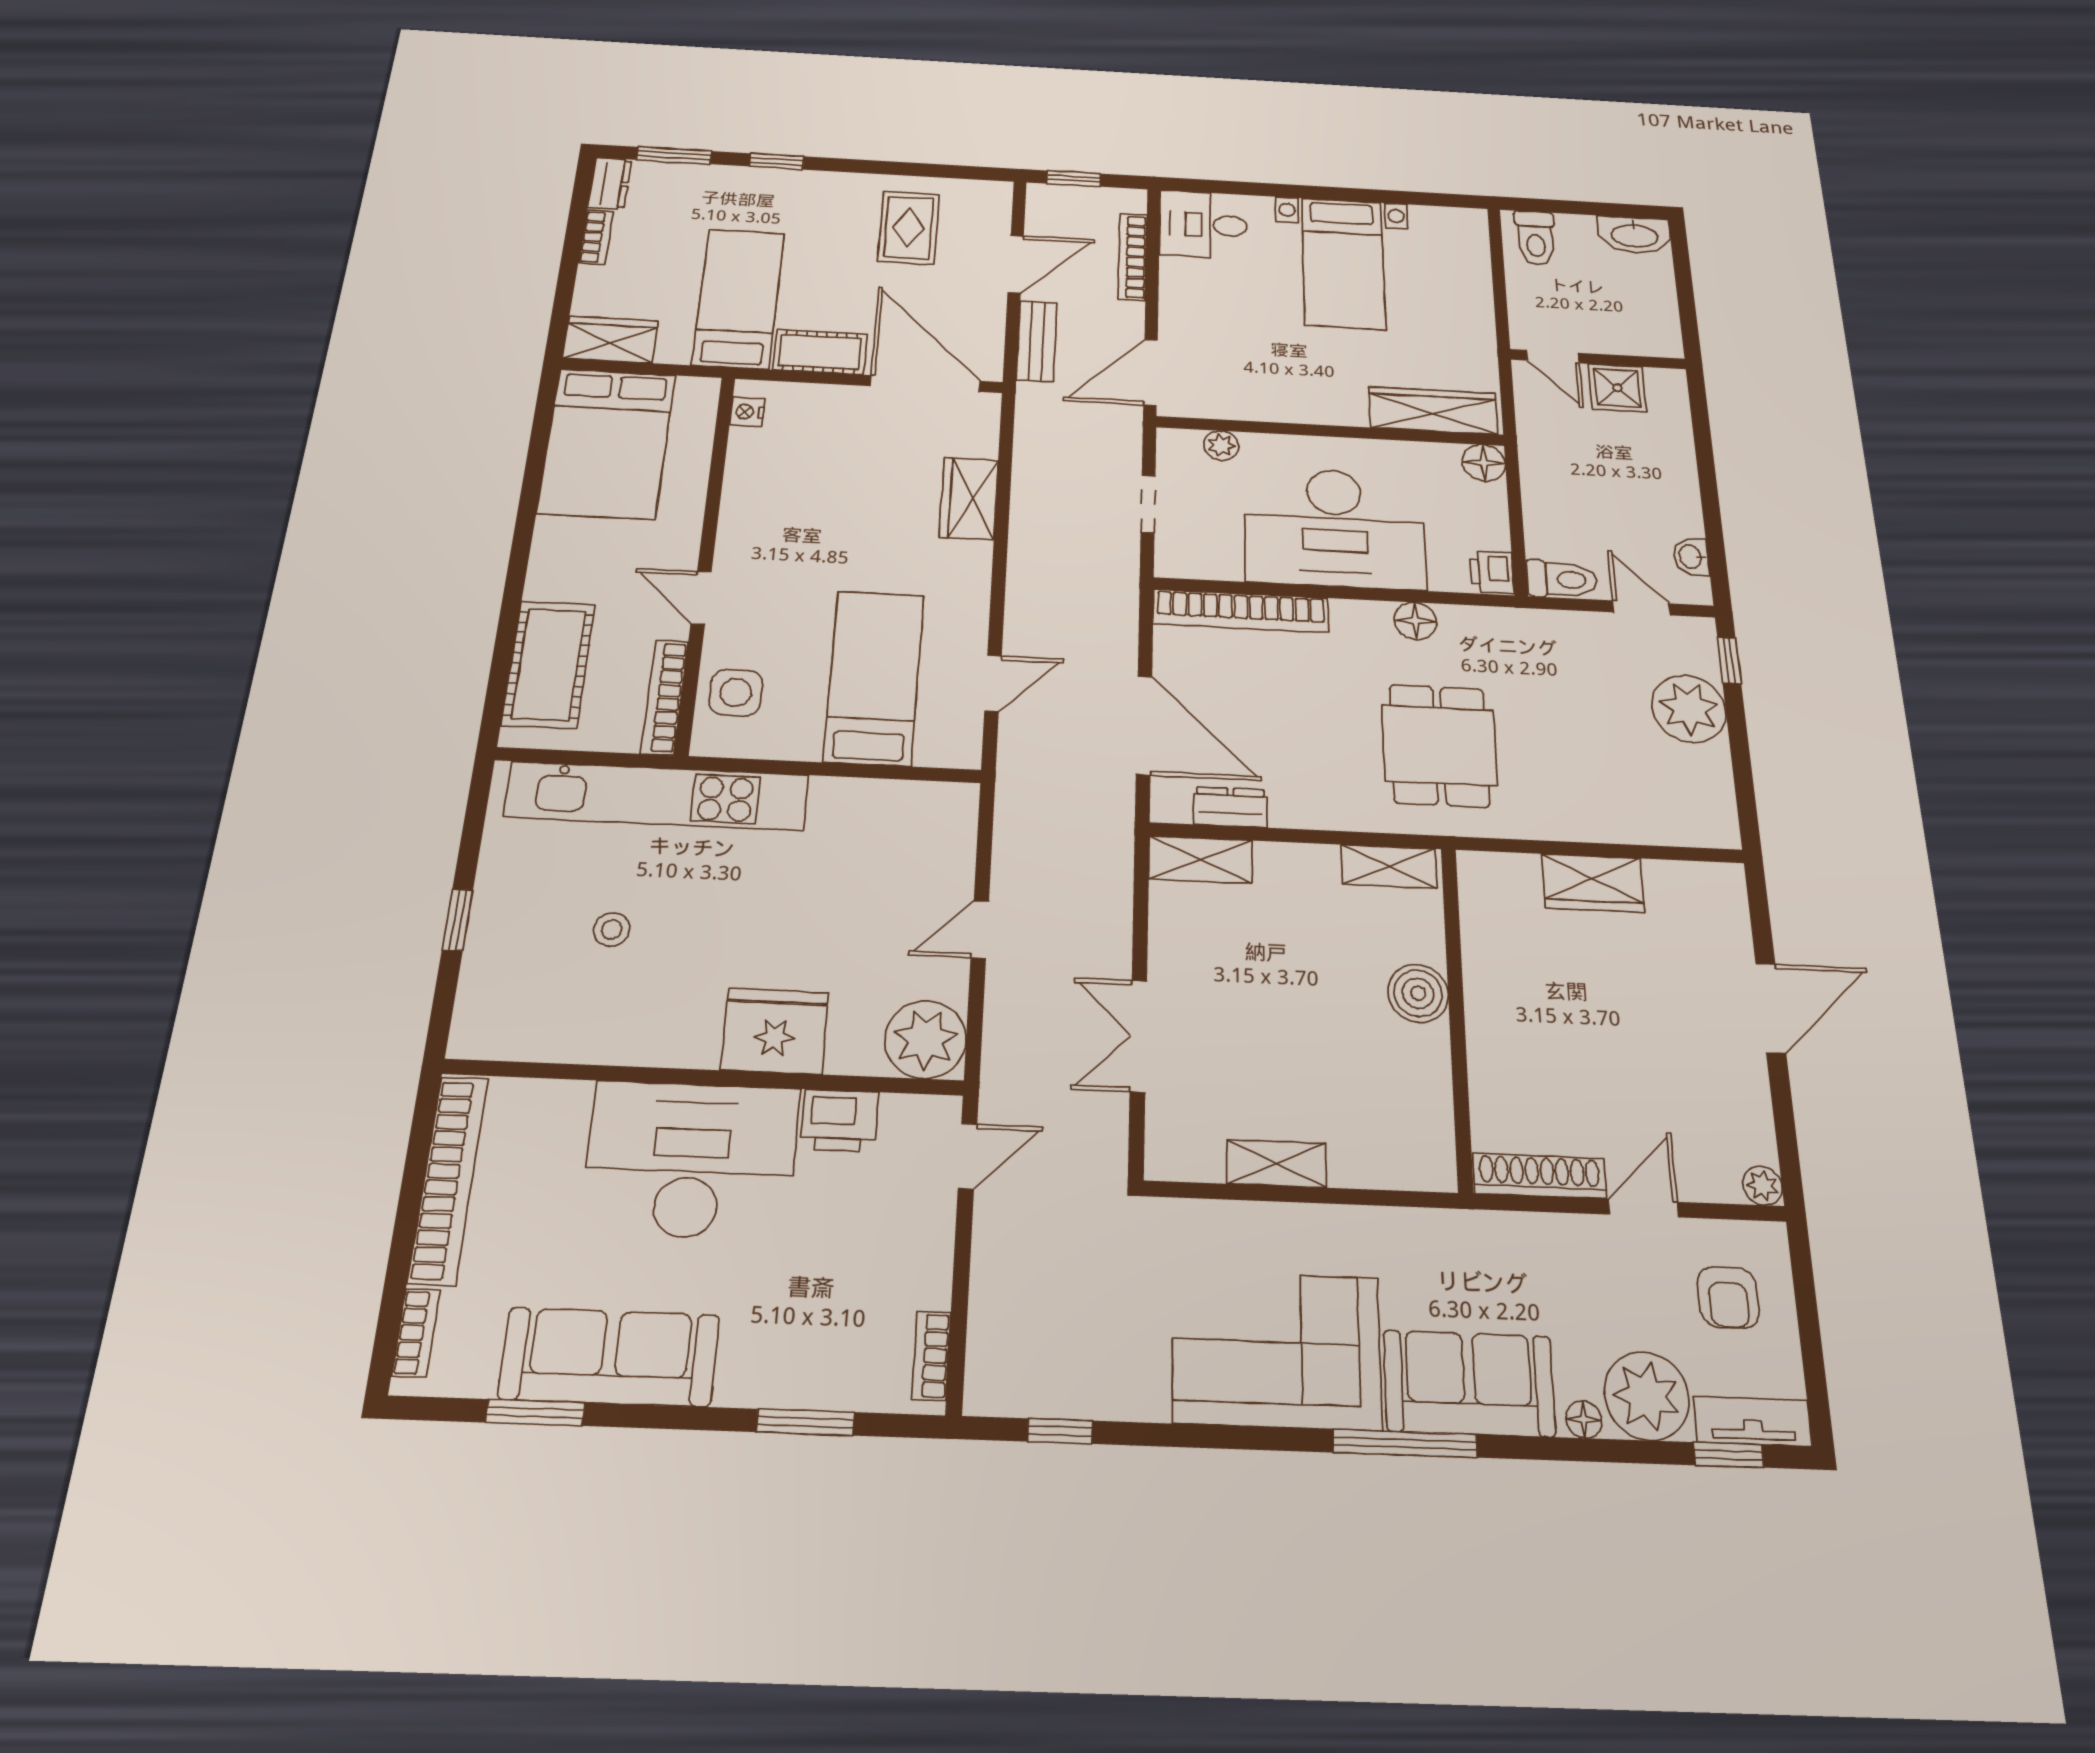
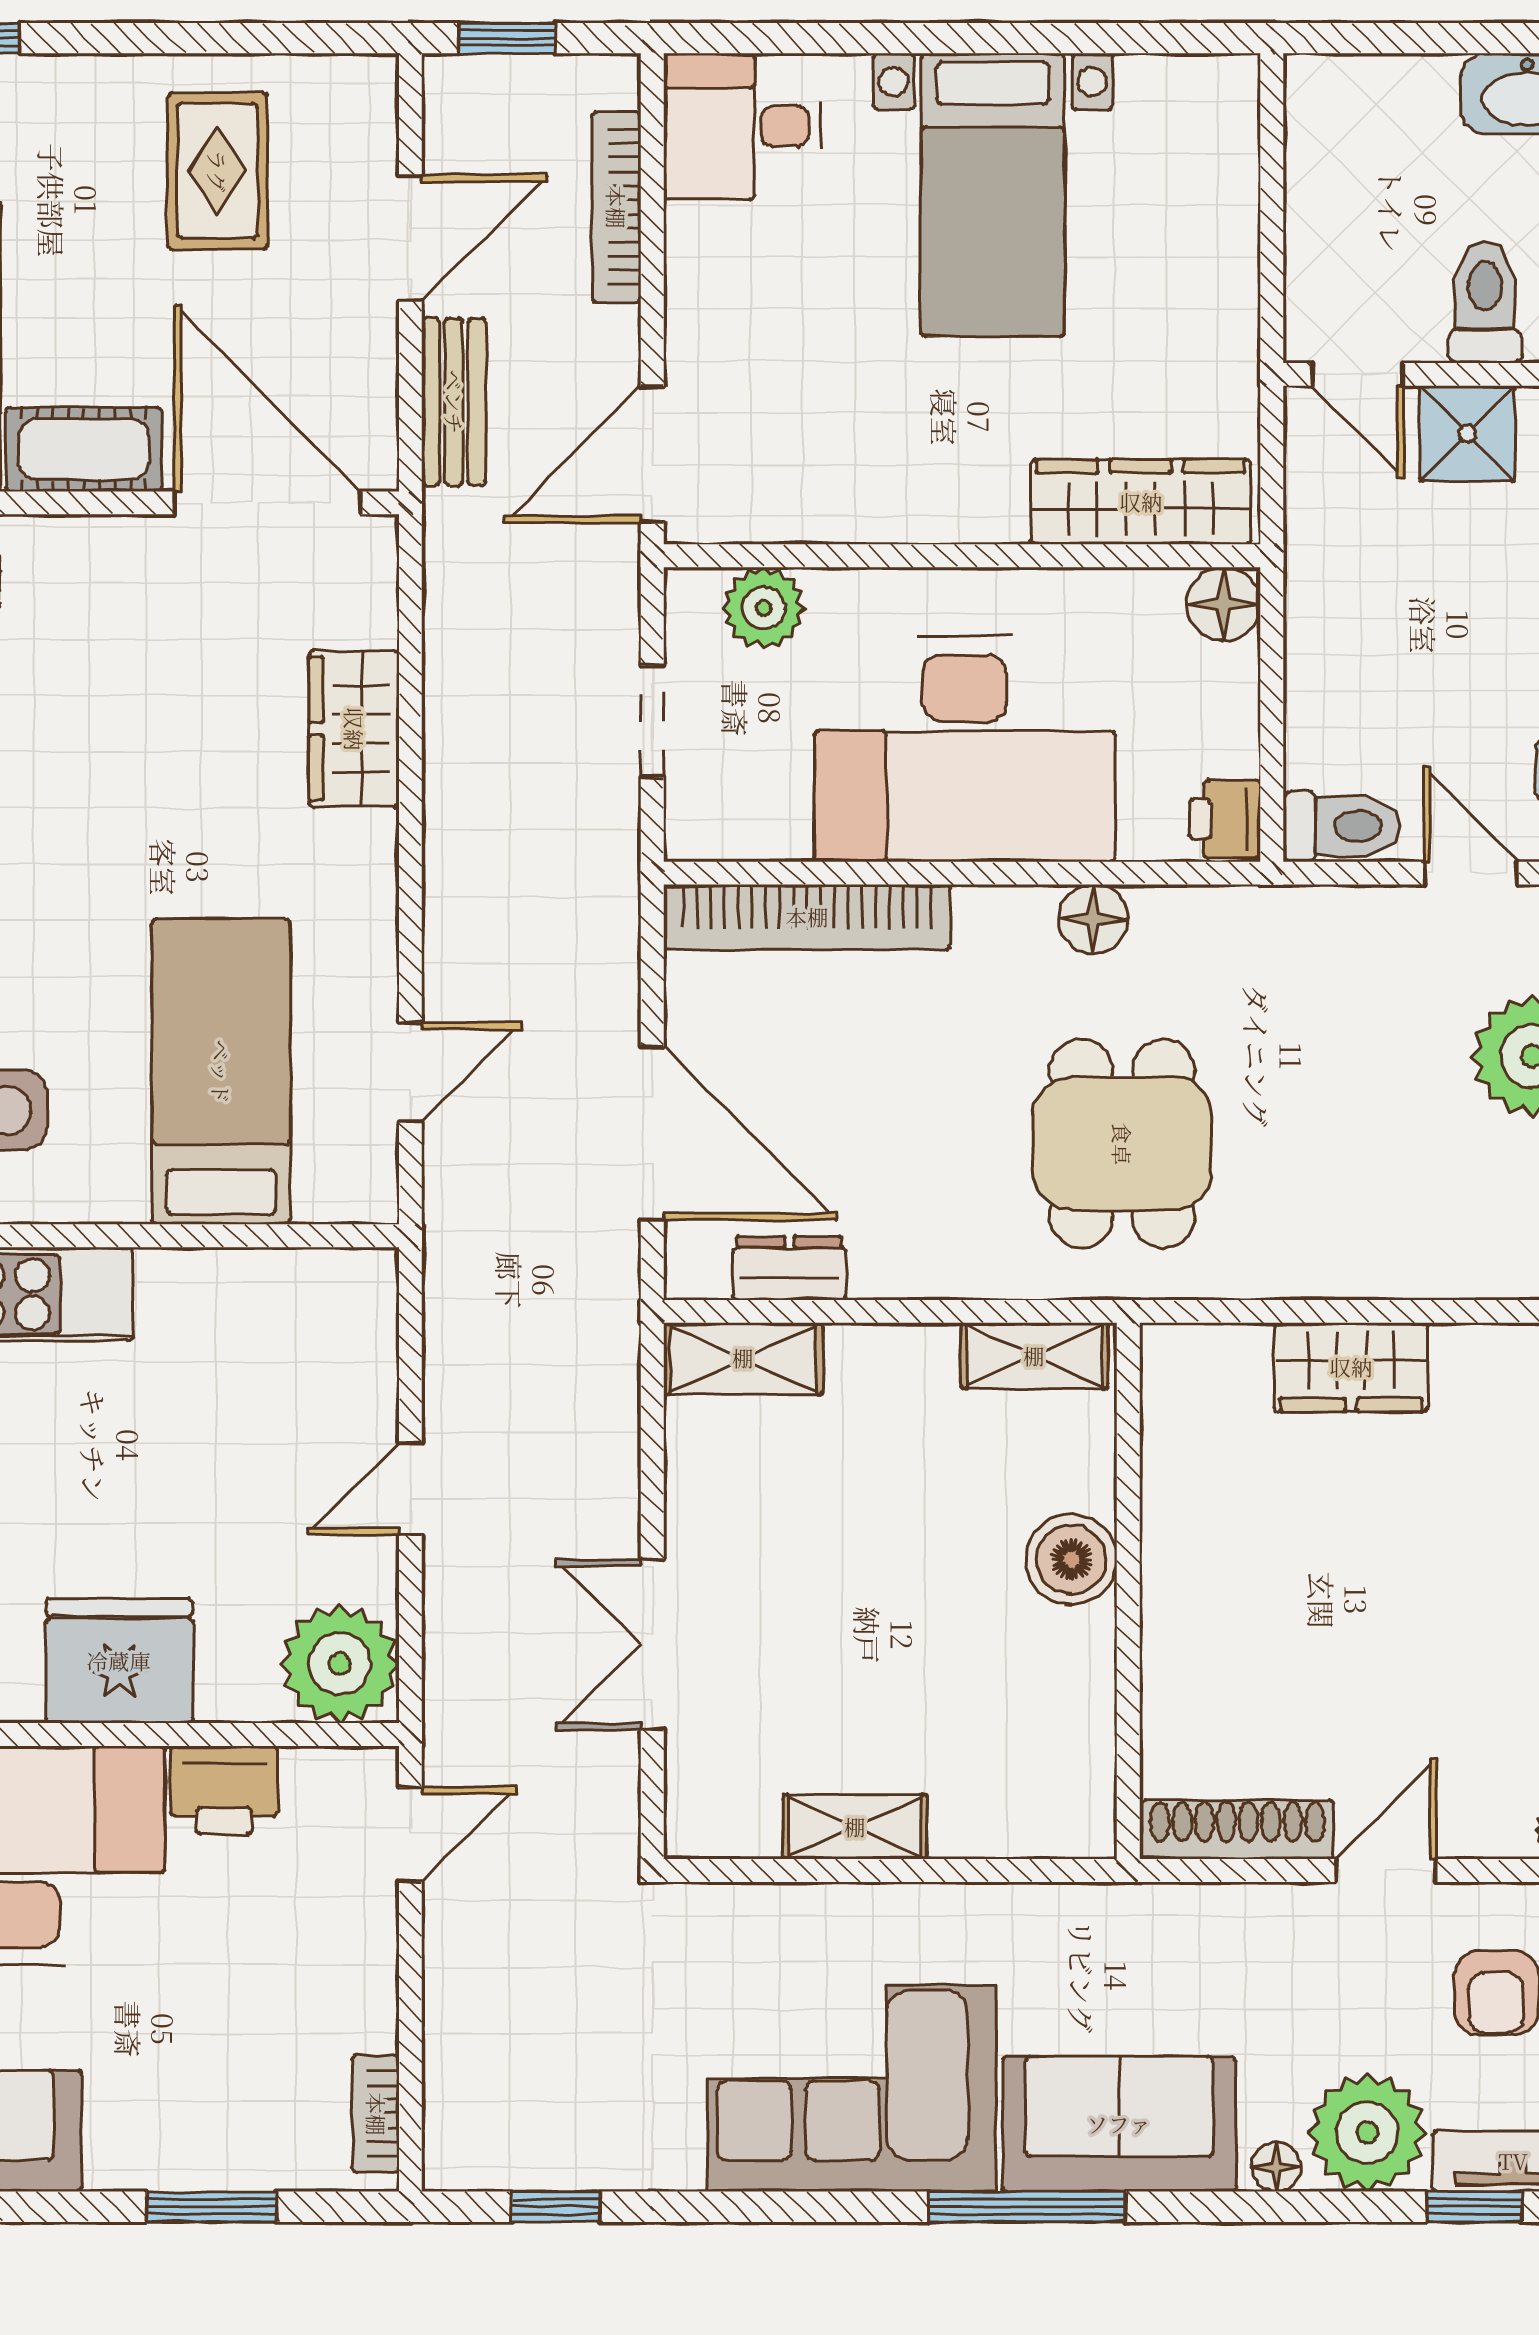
toilet: (1535, 238) -> (1485, 303), moved, turned 180
plant: (1221, 445) -> (764, 608), width x1.38, depth x1.38

